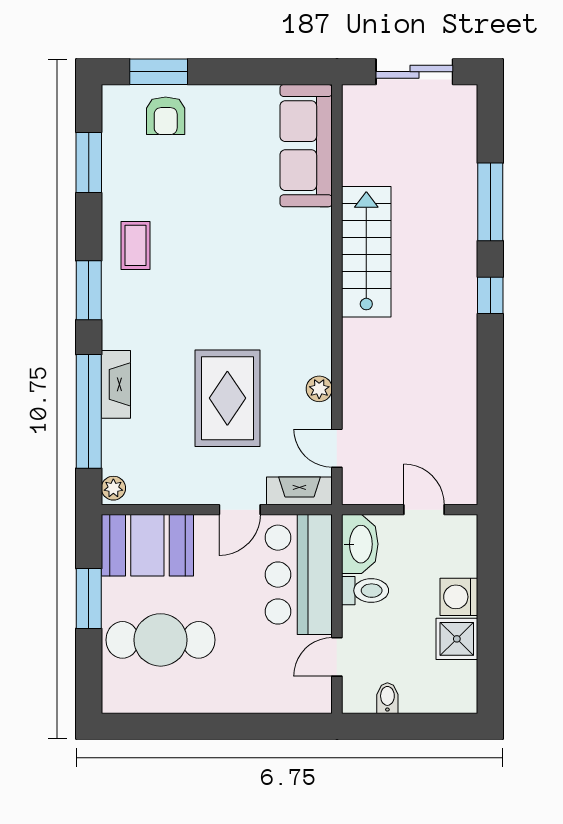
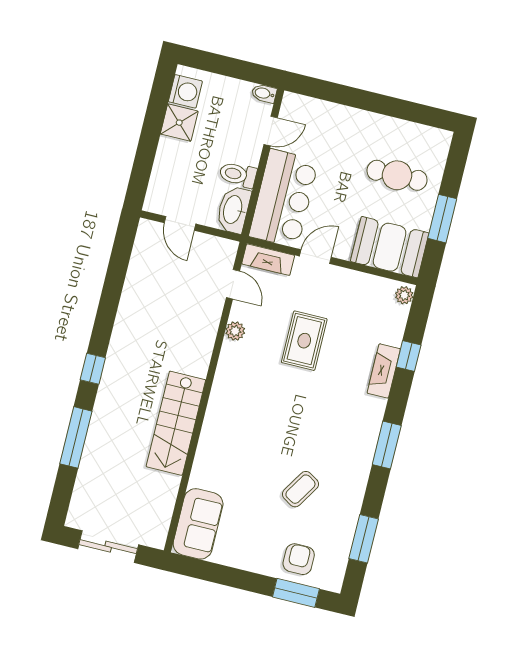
sofa: (306, 146) -> (198, 524), width x0.73
coffee table: (136, 245) -> (300, 489), moved, turned 32
rug: (227, 398) -> (304, 341), width x0.73, depth x0.70
window: (89, 411) -> (409, 356), width x0.32
washing machine: (459, 597) -> (185, 91), moved
cafe table: (161, 640) -> (397, 175), width x0.73, depth x0.74
bidet: (387, 698) -> (264, 93), moved, turned 90

